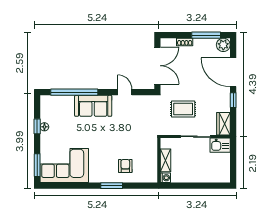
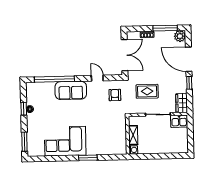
corner sofa: (64, 166) -> (65, 141), moved
armchair: (125, 166) -> (115, 95), moved

